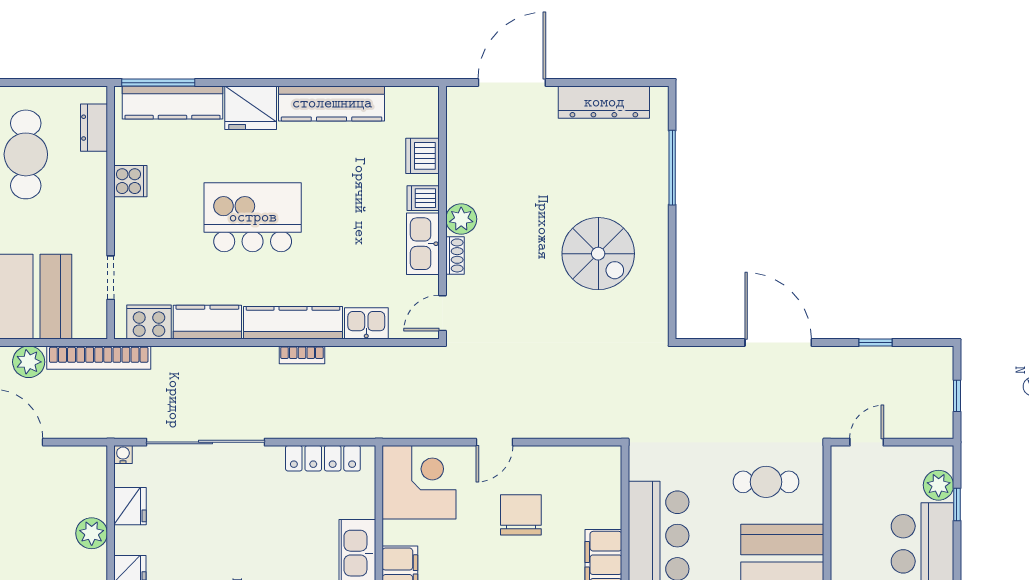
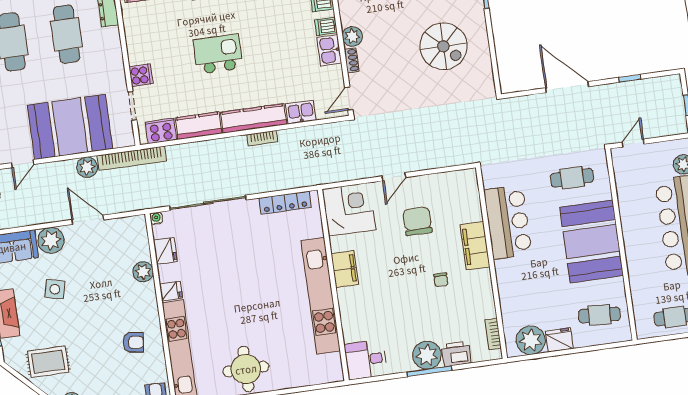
cooker: (130, 181) -> (141, 75), moved
kitchen island: (253, 217) -> (218, 54), width x0.73, depth x0.78
kitchen sink: (423, 244) -> (329, 50), width x0.73

